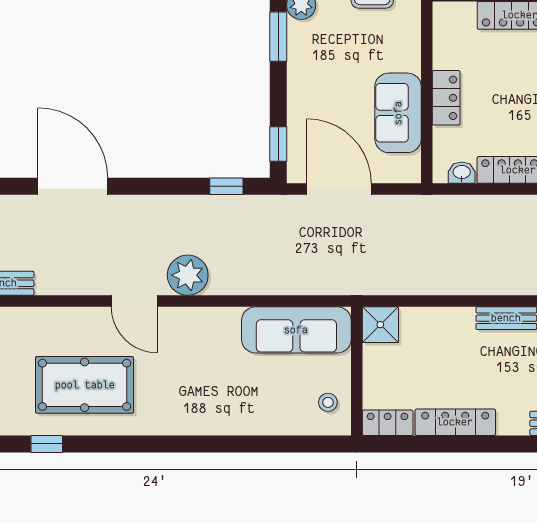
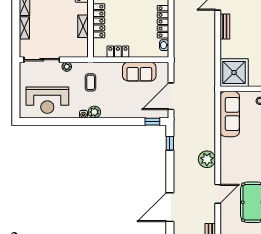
window: (278, 37) -> (108, 122), removed
locker: (446, 98) -> (118, 52), moved
door: (134, 301) -> (218, 194), moved
shower: (380, 325) -> (234, 73), width x1.86, depth x1.86

